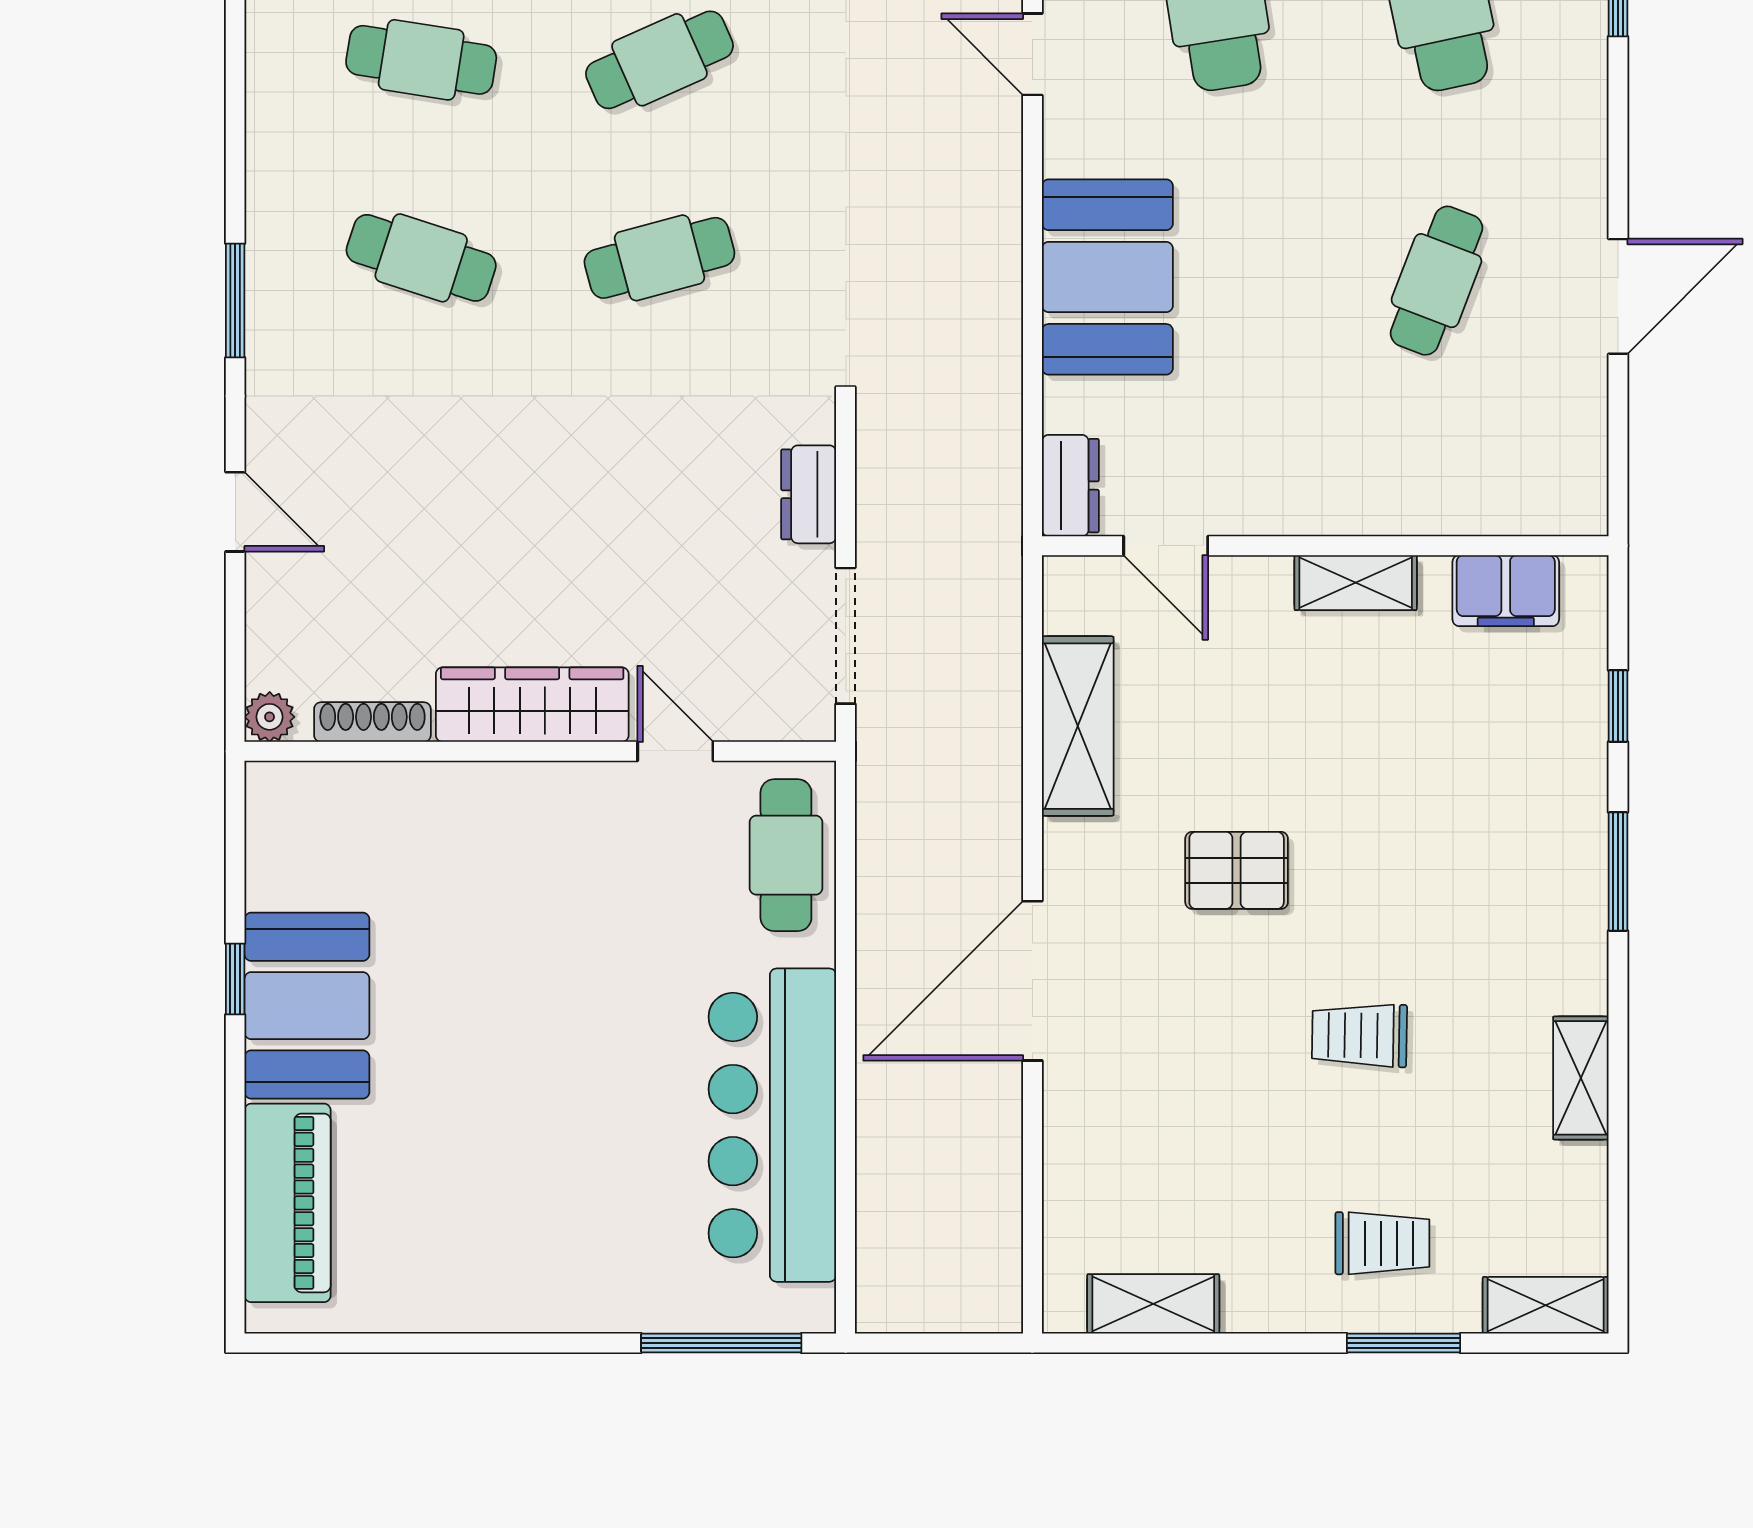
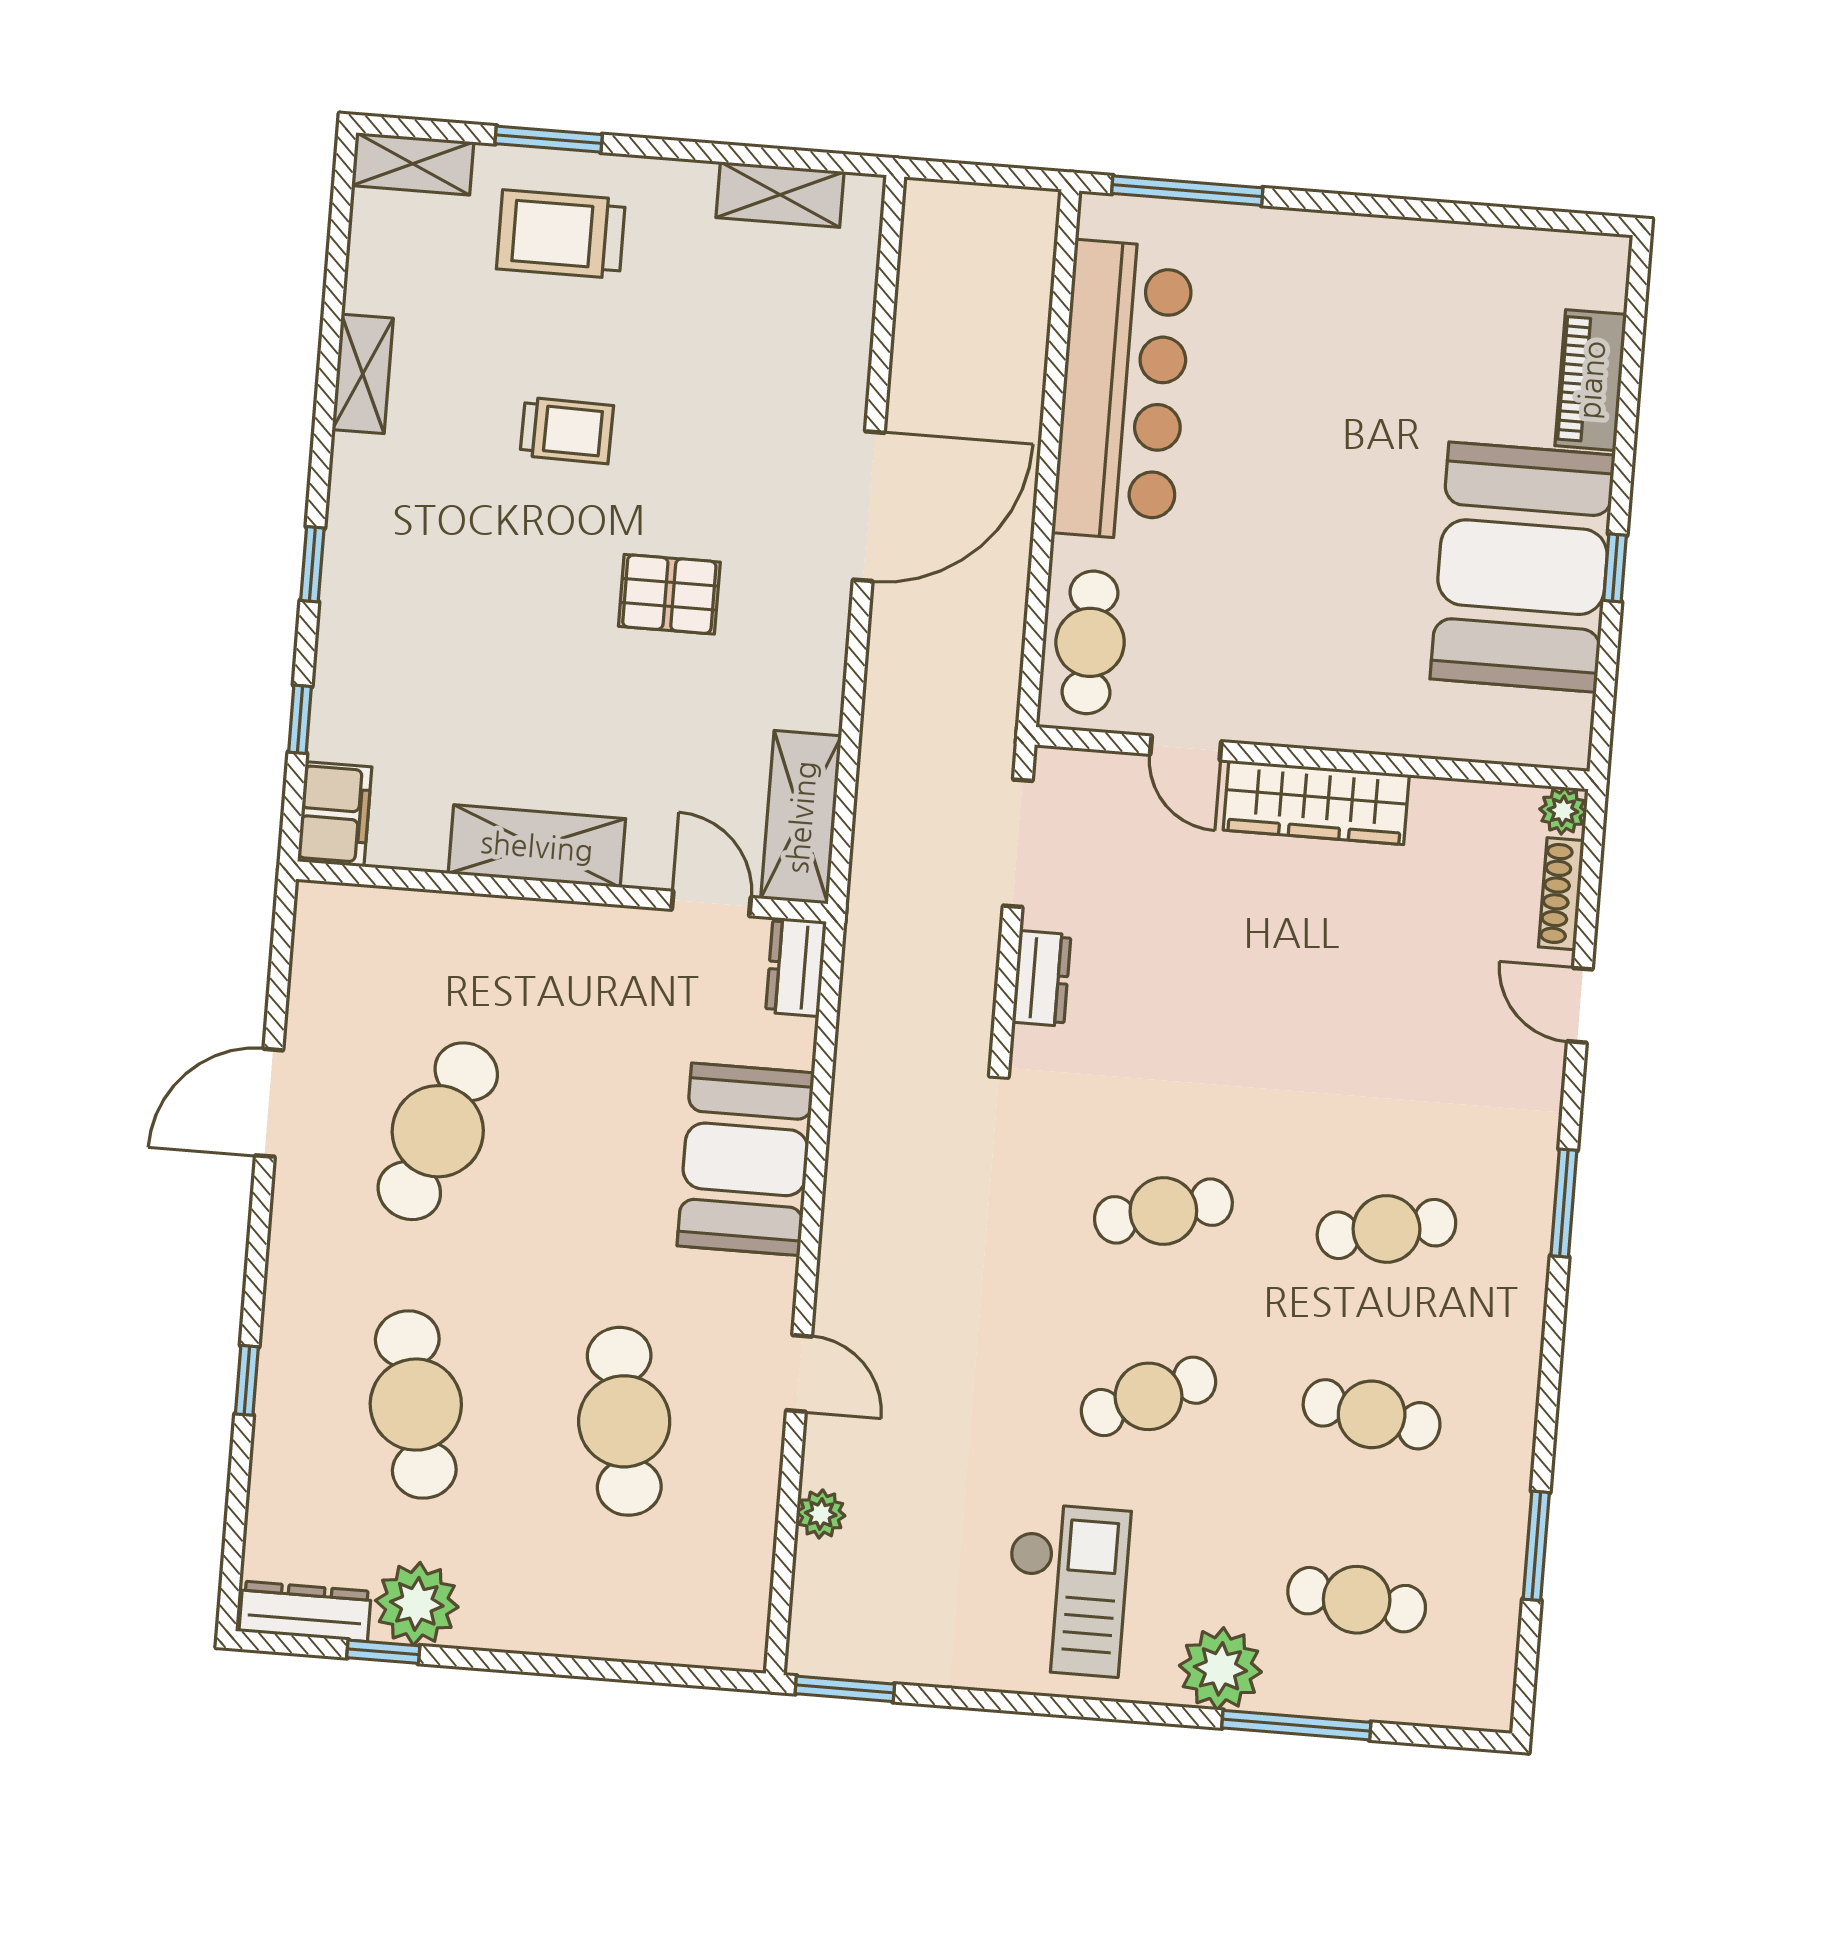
cafe table: (421, 258) -> (1386, 1229), turned -30
cafe table: (1436, 281) -> (438, 1131), width x1.37, depth x1.35
shelving: (1356, 583) -> (537, 846), width x1.50, depth x1.33
filing cabinet: (1506, 591) -> (335, 814), moved, turned 90
shoe rack: (372, 722) -> (1561, 894), moved, turned 90
shelving: (1078, 726) -> (801, 817), moved
window: (1618, 872) -> (312, 564), width x0.67
booth: (307, 1006) -> (1523, 567), width x1.36, depth x1.42
piano: (288, 1203) -> (1591, 380), width x0.73, depth x0.75
trolley: (1382, 1243) -> (561, 234), width x1.36, depth x1.39

